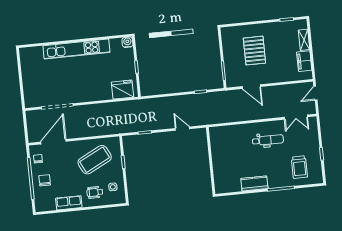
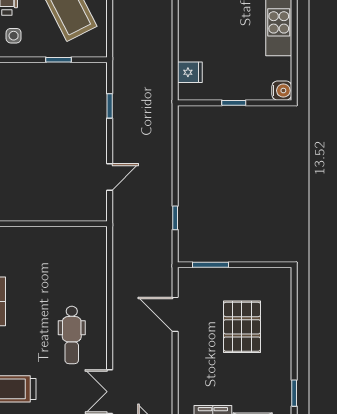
pallet: (254, 51) -> (242, 327), turned 90
door: (251, 87) -> (175, 314), hinge flipped
fridge: (122, 90) -> (190, 72), width x0.53, depth x0.75

